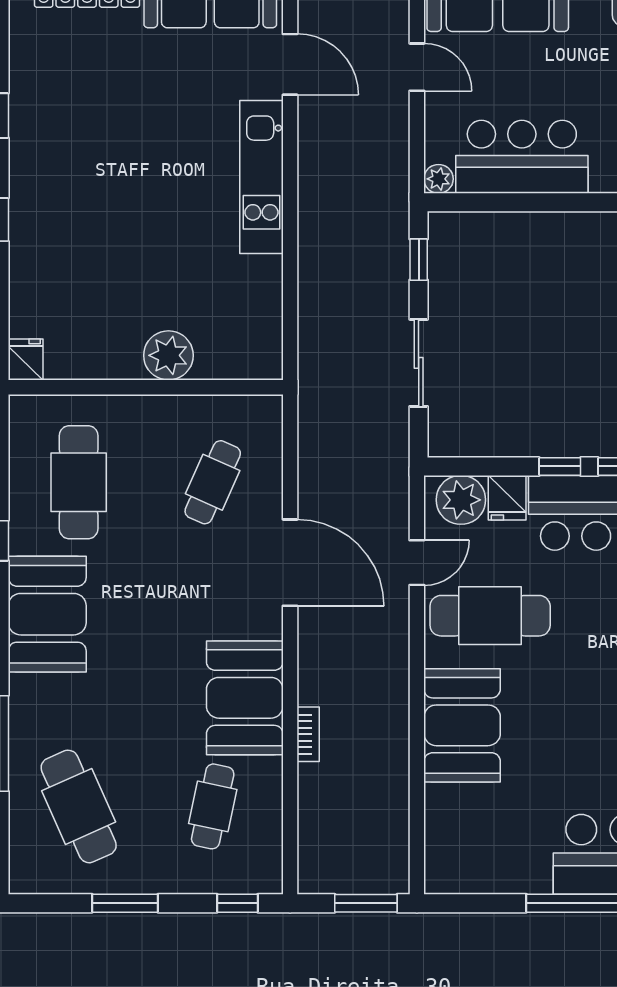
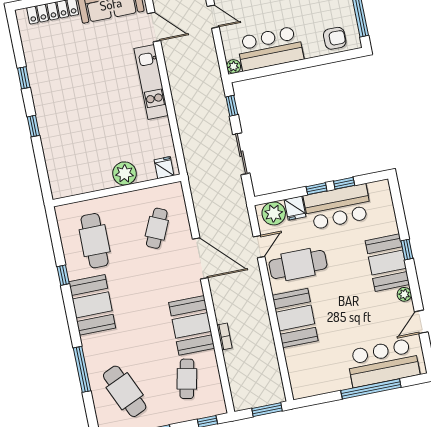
fridge: (26, 360) -> (164, 168), moved

